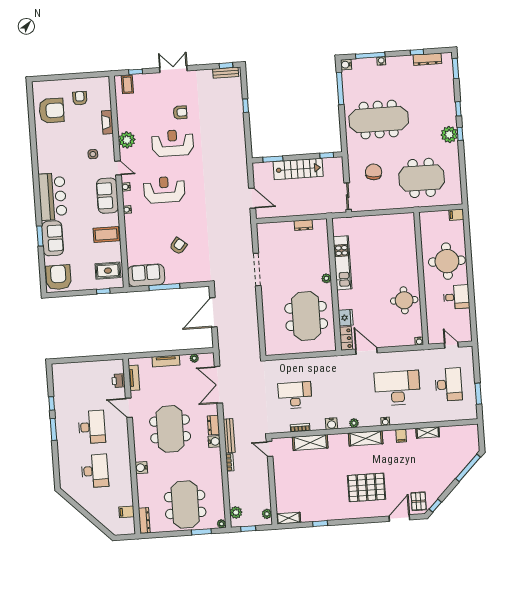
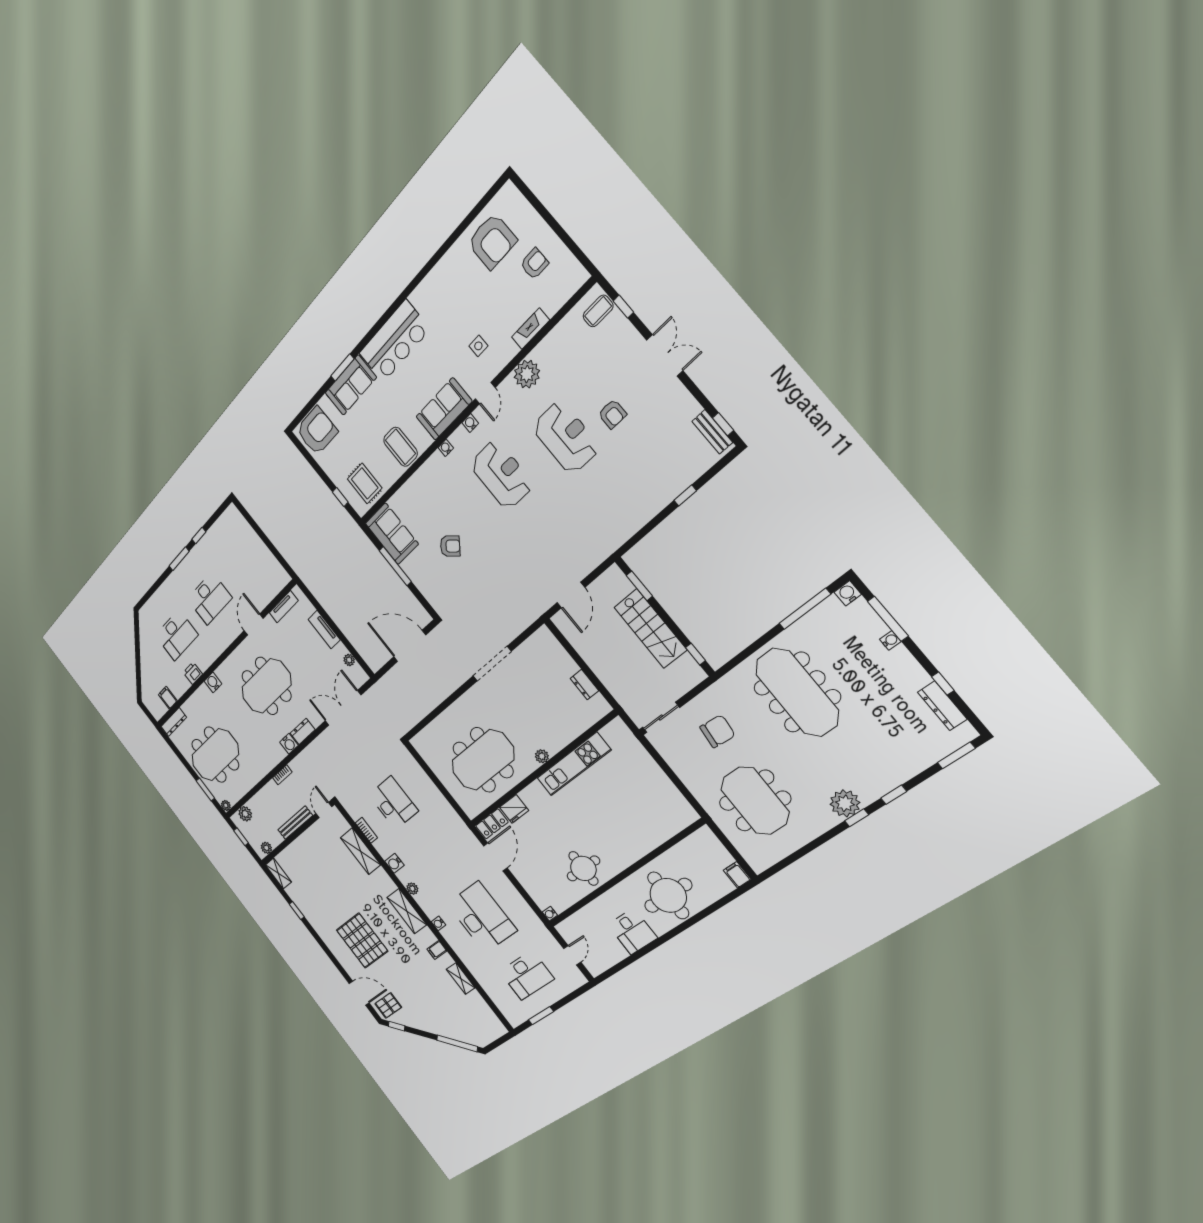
printer: (119, 381) -> (193, 673), moved
bench: (229, 436) -> (295, 823), moved

